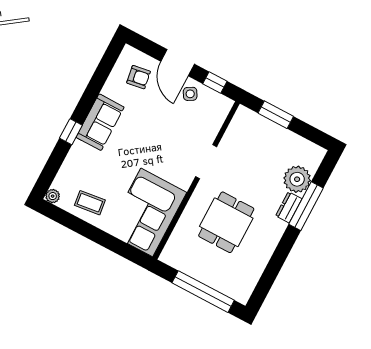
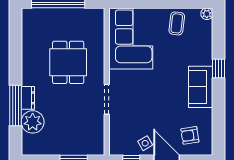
coffee table: (90, 203) -> (177, 23), turned -76

